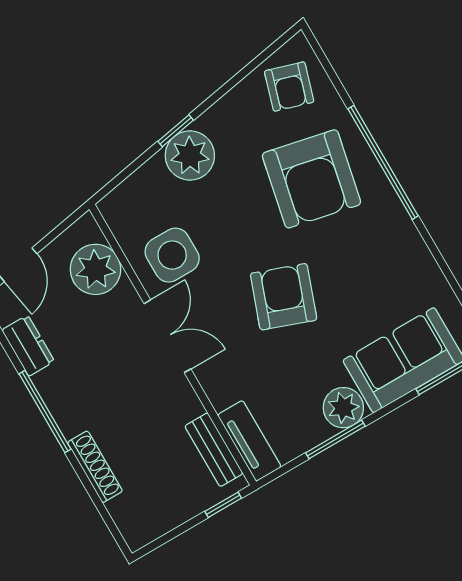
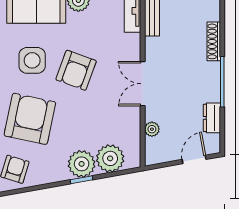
plant: (150, 190) -> (110, 158), added
side table: (172, 255) -> (32, 60), moved
plant: (95, 269) -> (152, 129), width x0.53, depth x0.53

